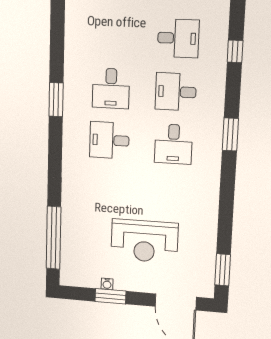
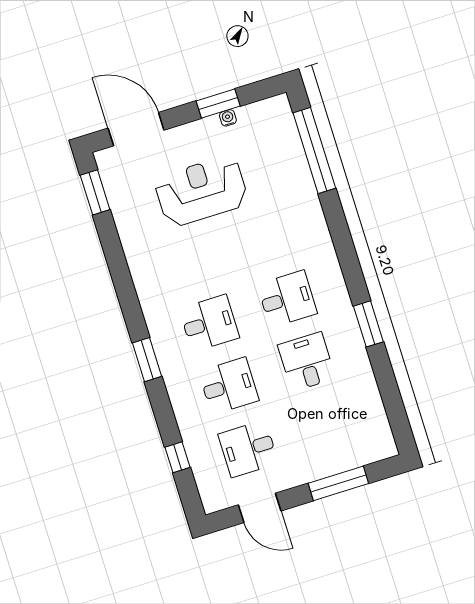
desk: (173, 144) -> (209, 323), turned 90

